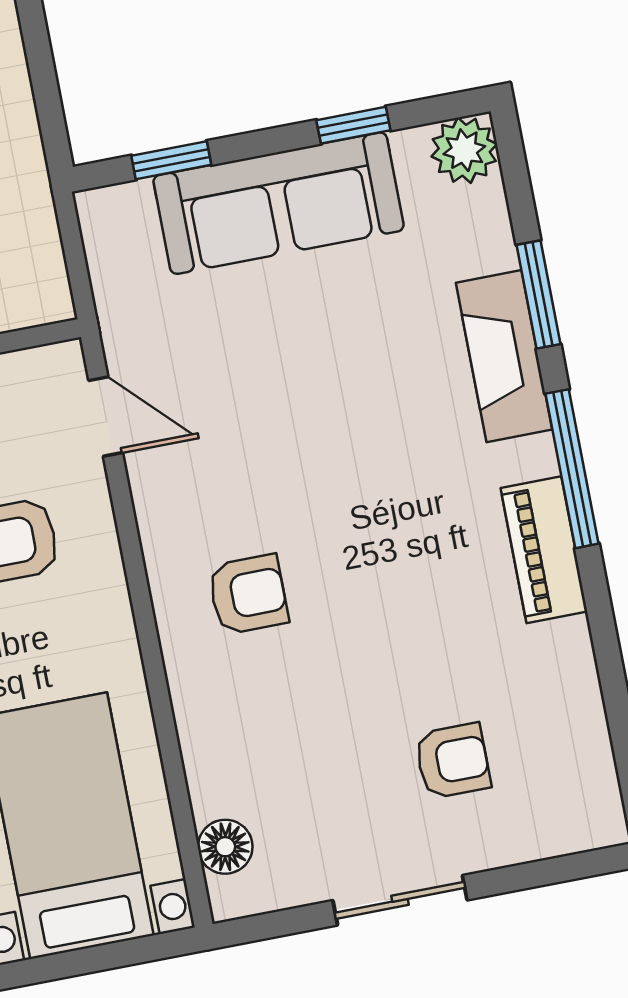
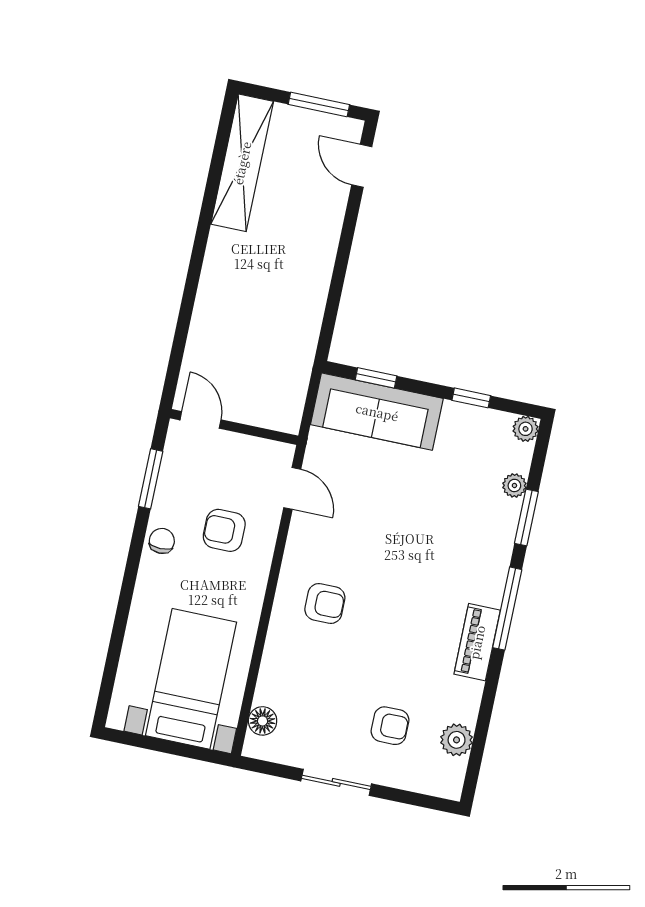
plant: (464, 150) -> (526, 429), width x0.73, depth x0.73
sofa: (279, 203) -> (377, 412), moved
plant: (494, 247) -> (514, 485), added
fireplace: (504, 356) -> (497, 540), removed
plant: (580, 737) -> (457, 740), added

